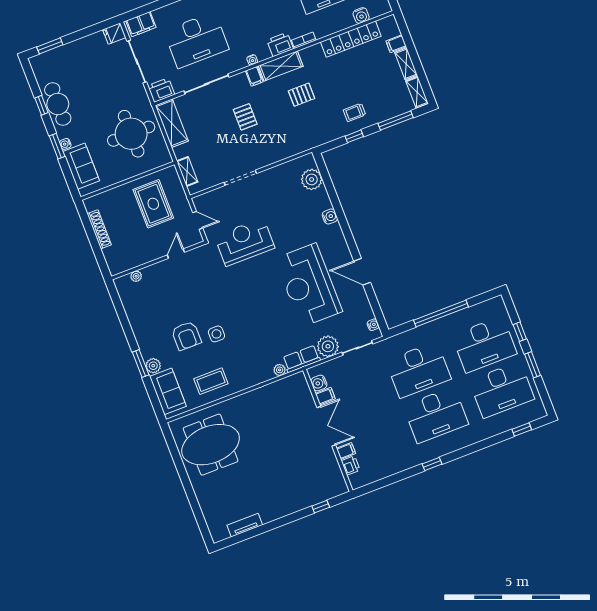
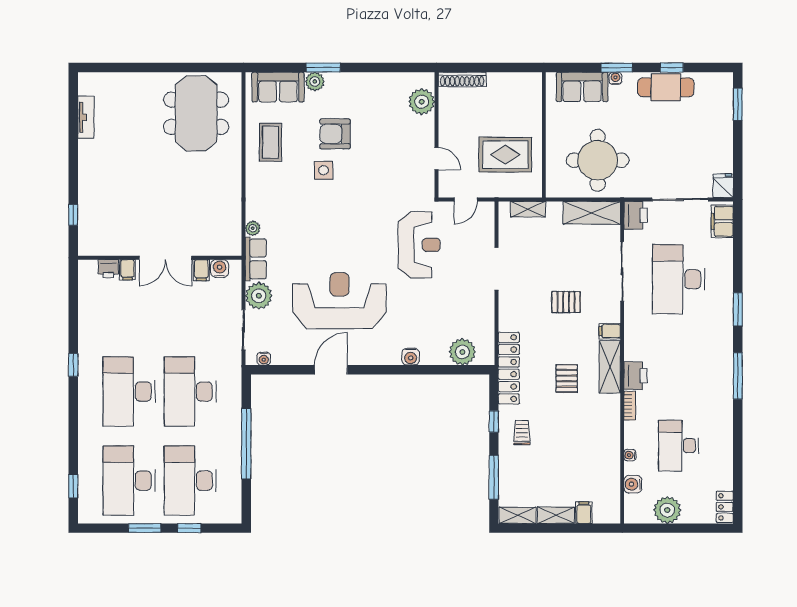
locker: (351, 39) -> (509, 368), moved, turned 180
water cooler: (252, 60) -> (630, 455), moved
shoe rack: (99, 229) -> (462, 79), moved
plant: (136, 276) -> (422, 102), width x1.88, depth x1.88

